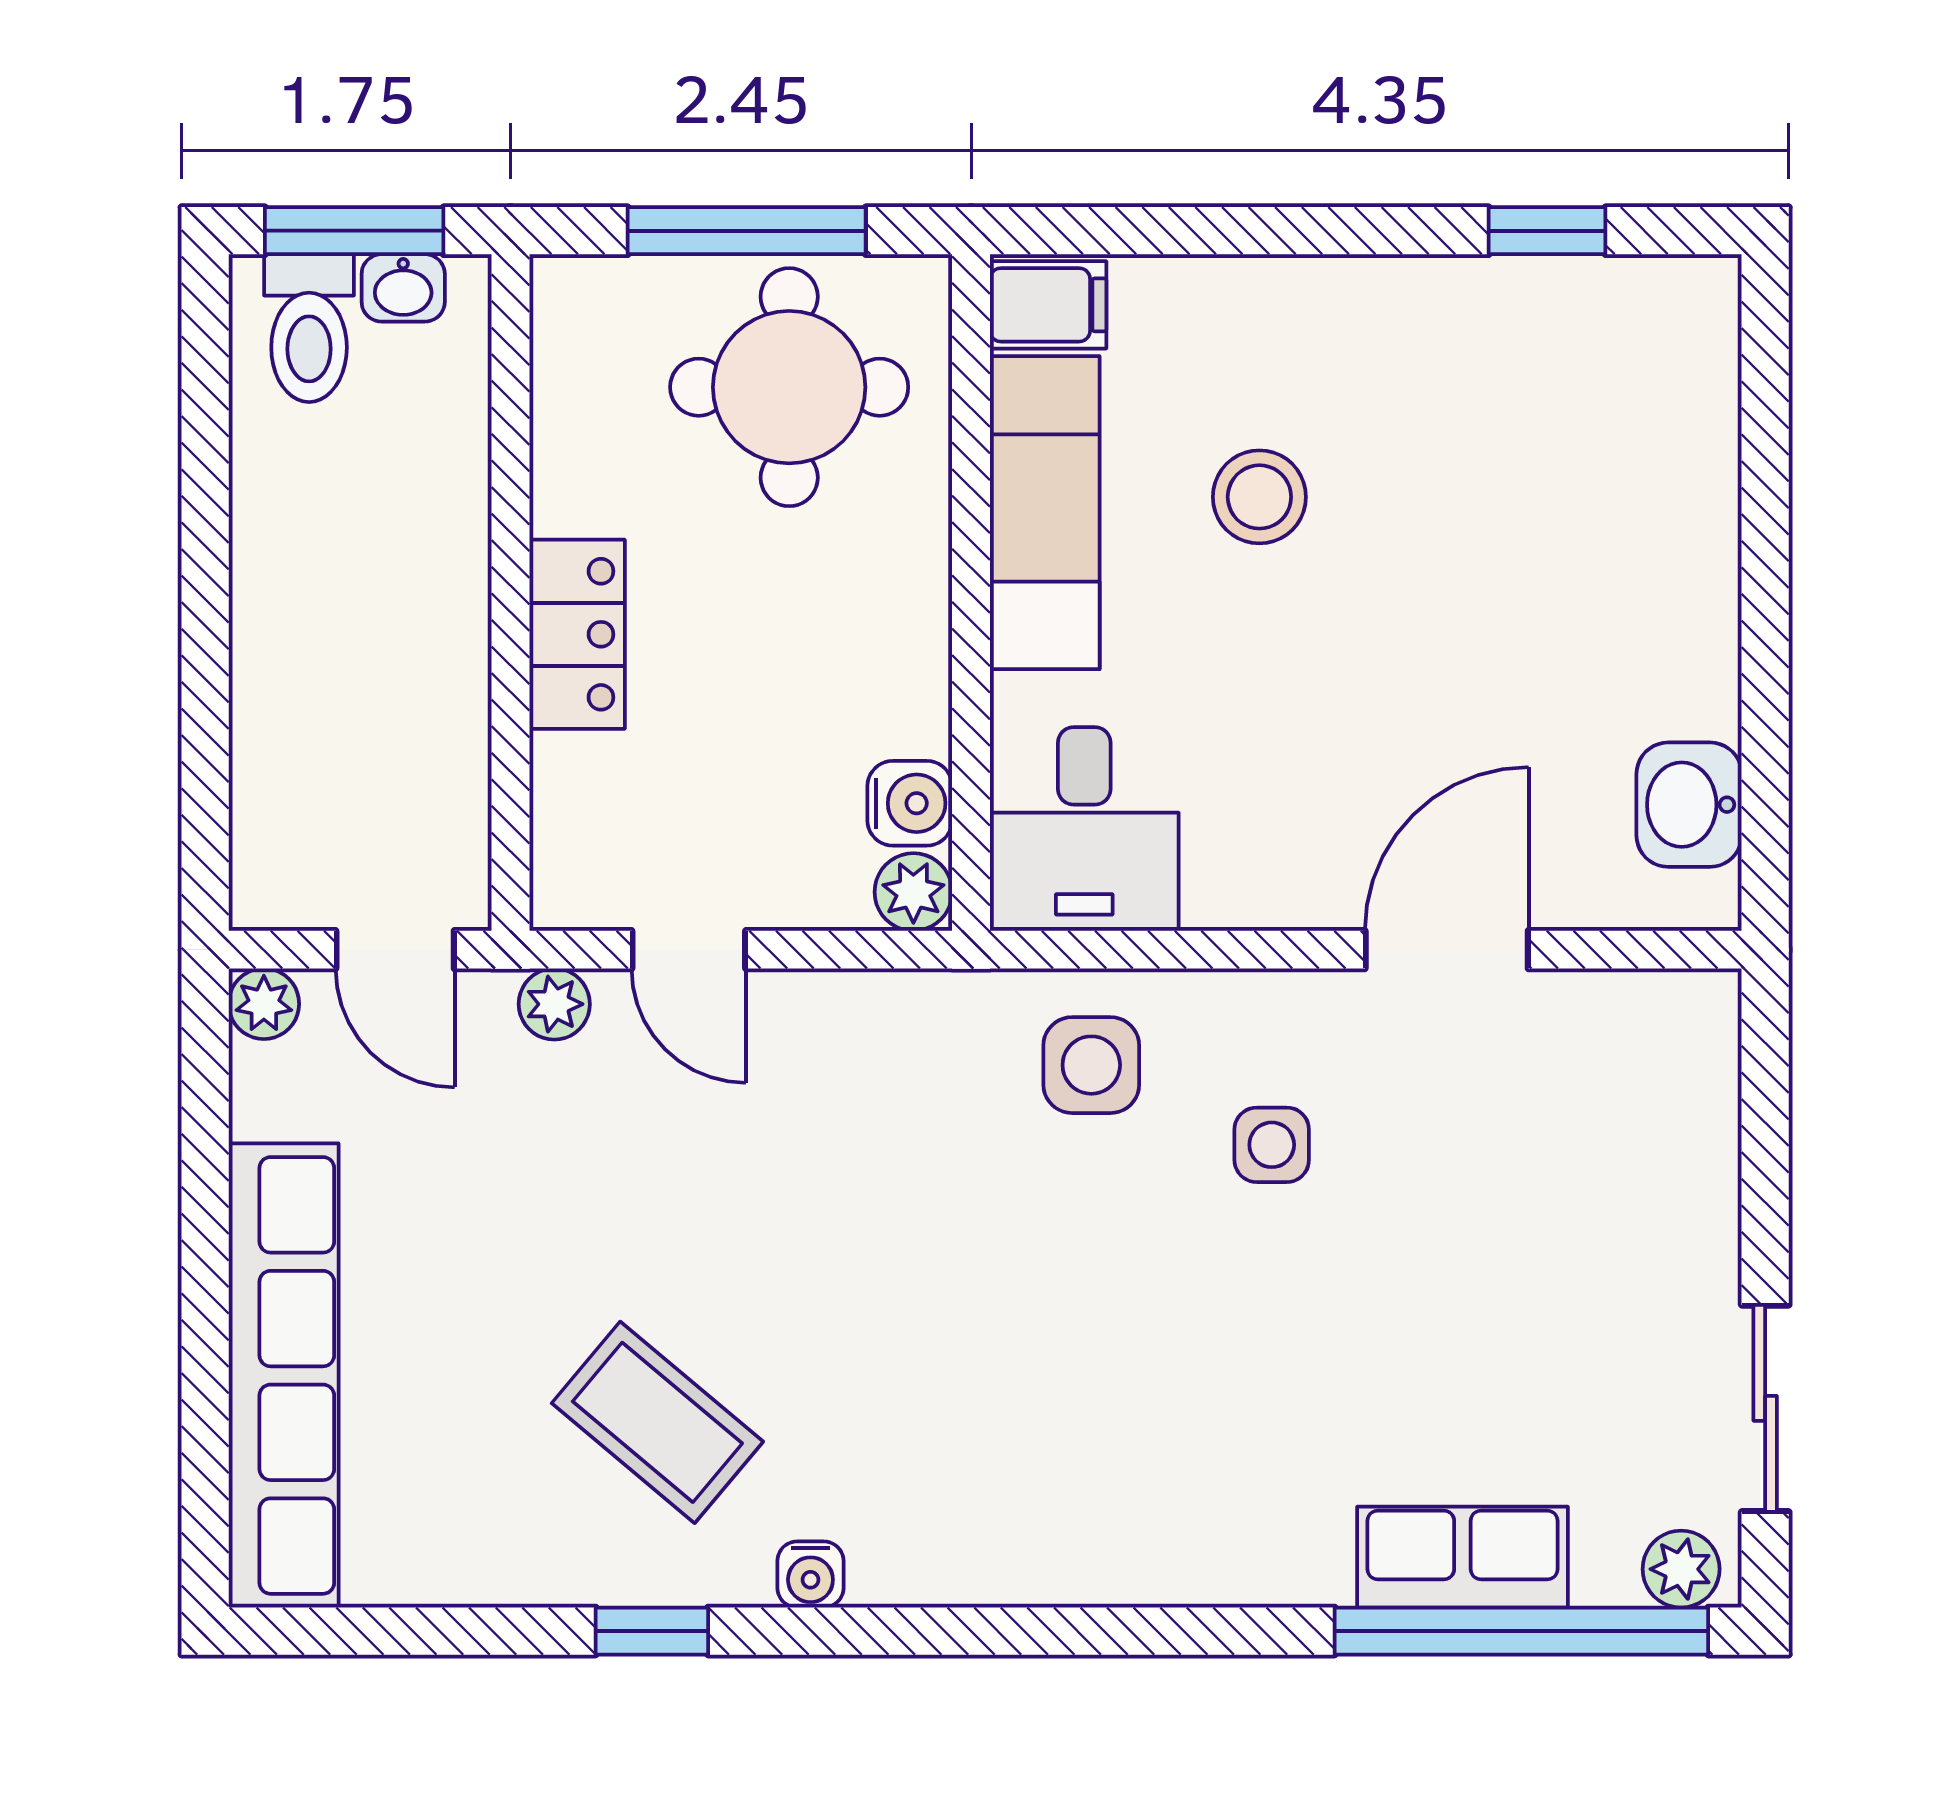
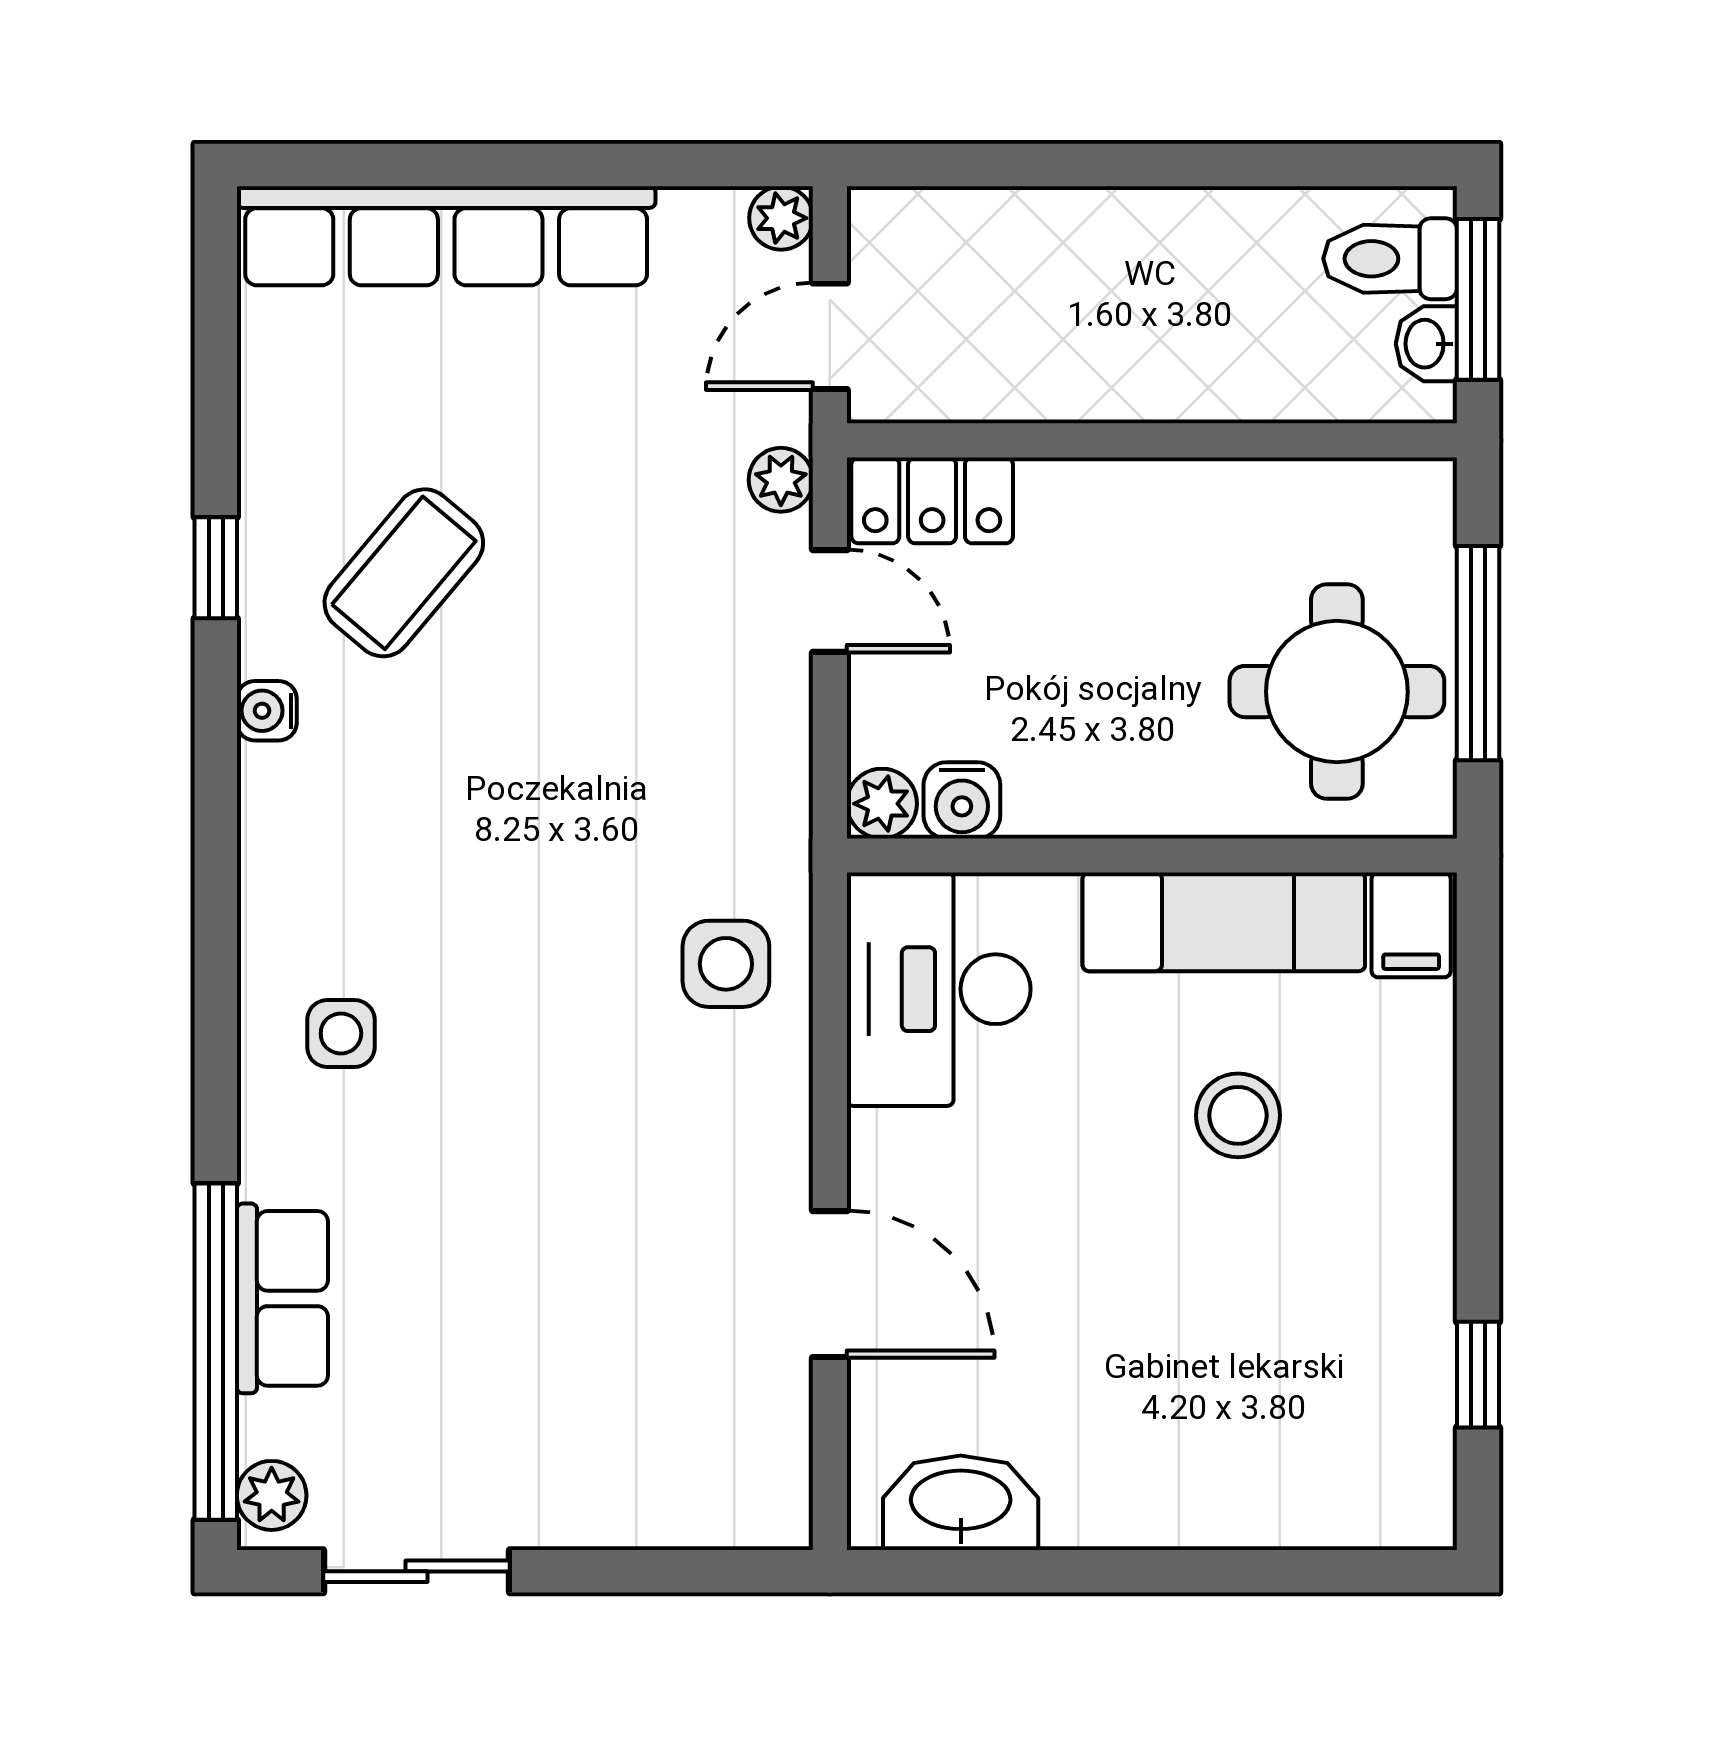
locker: (577, 634) -> (932, 500), moved
washbasin: (1689, 805) -> (961, 1503), width x1.38
desk: (1084, 829) -> (939, 989), width x1.37
door: (689, 950) -> (830, 601), swing flipped
side table: (1272, 1145) -> (341, 1033), moved

